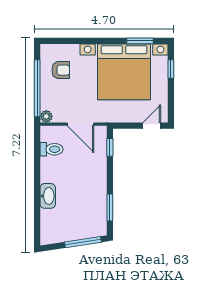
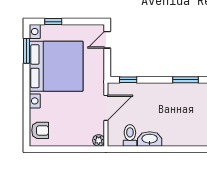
armchair: (61, 70) -> (40, 130), moved, turned 90
window: (37, 88) -> (72, 149), removed
door: (152, 126) -> (107, 40), hinge flipped
washbasin: (48, 196) -> (150, 139), moved

